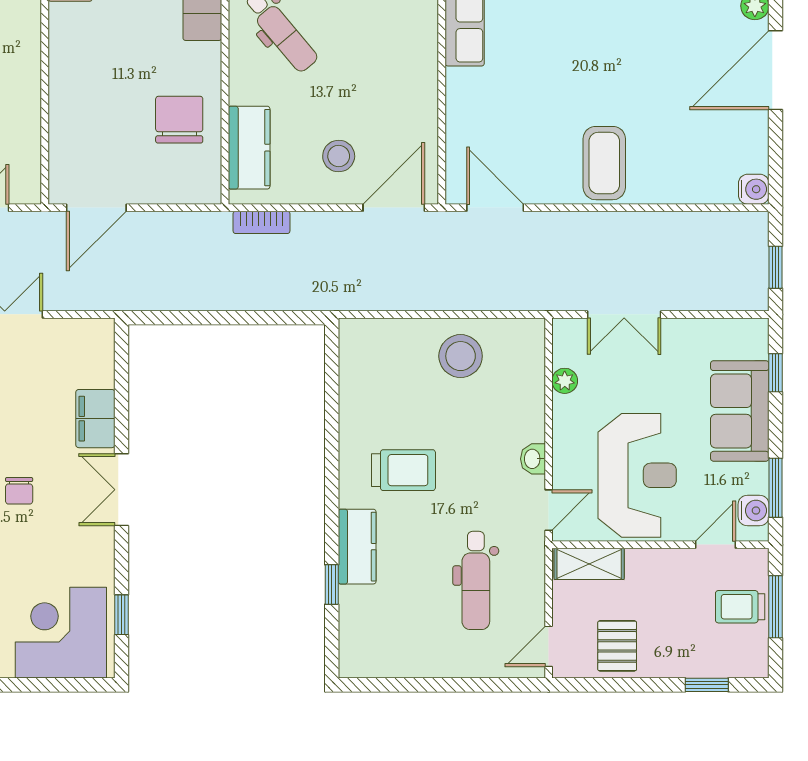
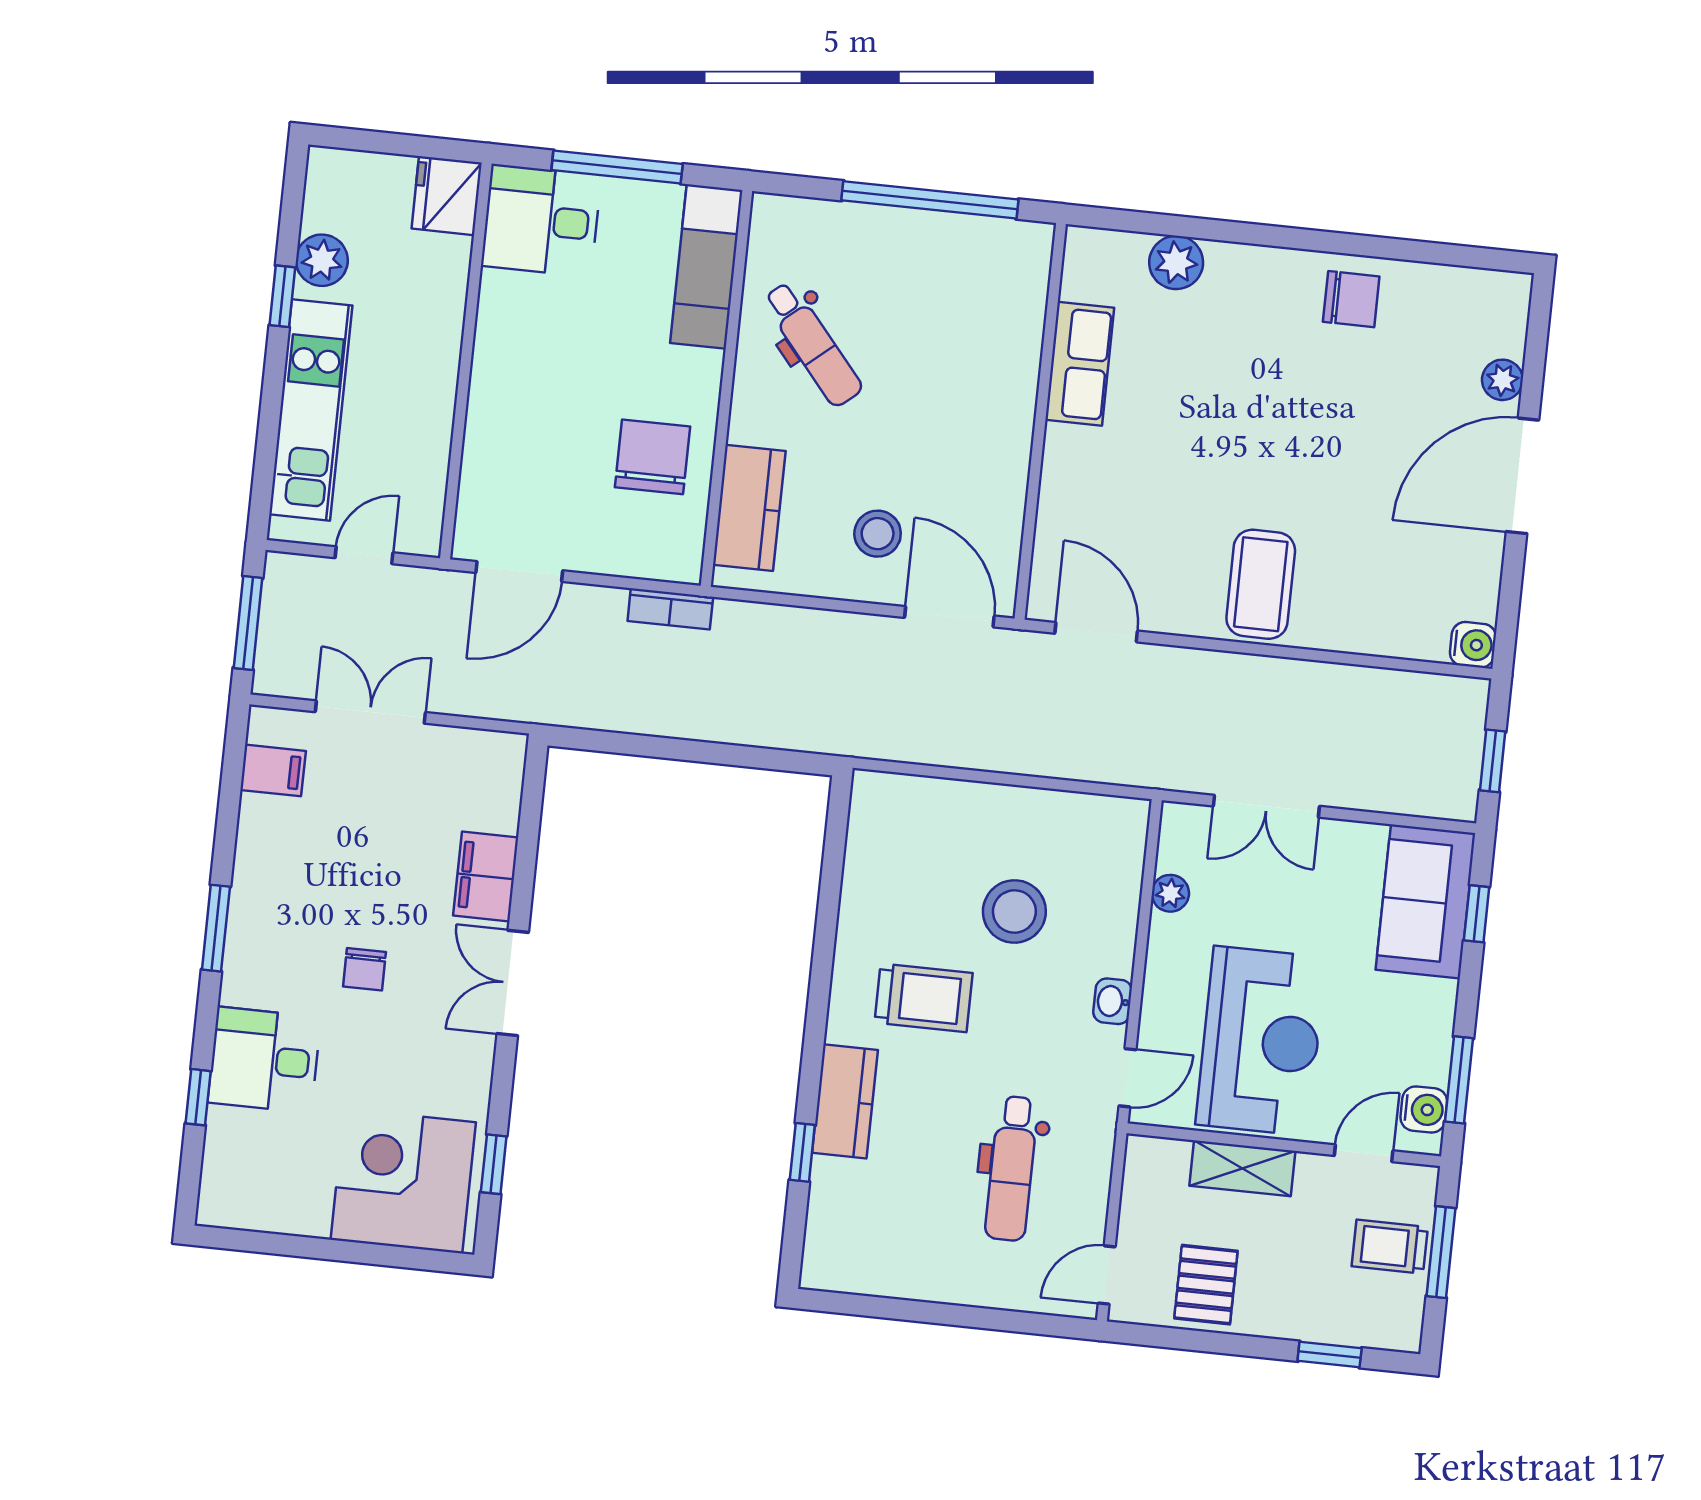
door: (394, 208) -> (949, 617), hinge flipped
bookcase: (262, 222) -> (670, 609), moved
stool: (461, 356) -> (1014, 911), moved
sofa: (740, 411) -> (1425, 901), moved
shelving: (589, 564) -> (1242, 1168), moved

